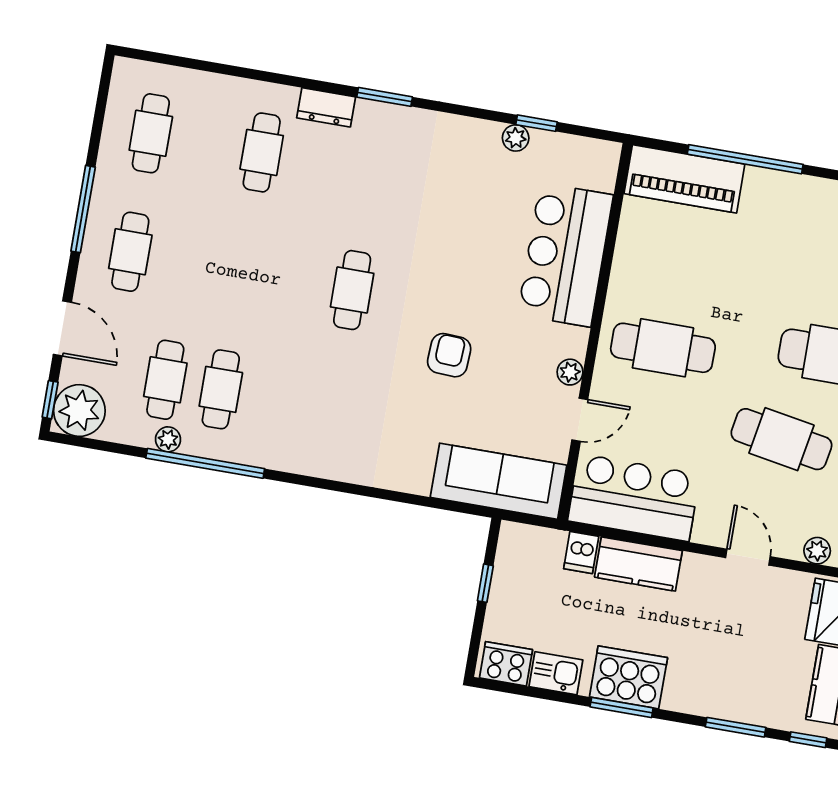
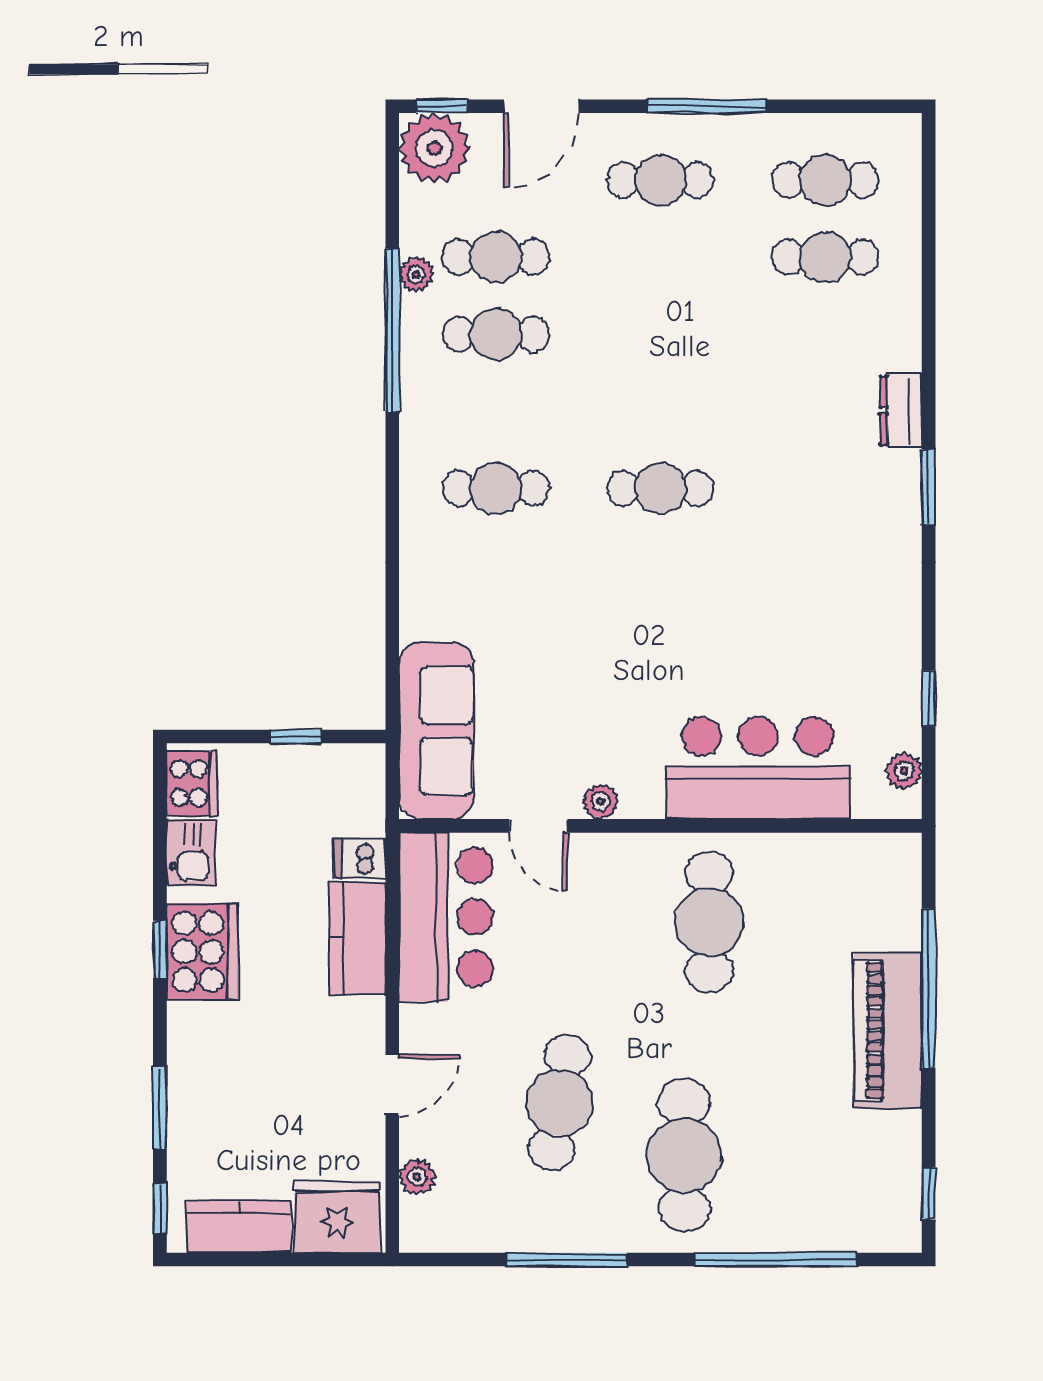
plant: (516, 138) -> (904, 771), moved
cafe table: (262, 152) -> (825, 257), moved
piano: (684, 179) -> (888, 1030), moved
cafe table: (663, 348) -> (709, 922), moved
armchair: (449, 355) -> (595, 634), removed
cafe table: (332, 408) -> (496, 488), added
window: (622, 707) -> (160, 949), width x0.67

